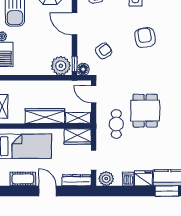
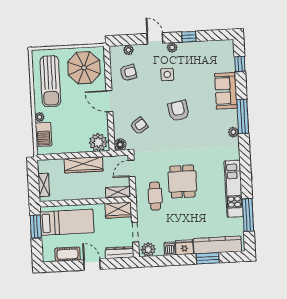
window: (75, 64) -> (112, 140), removed
door: (94, 94) -> (132, 168), hinge flipped
wardrobe: (45, 116) -> (84, 165), moved, turned 180

